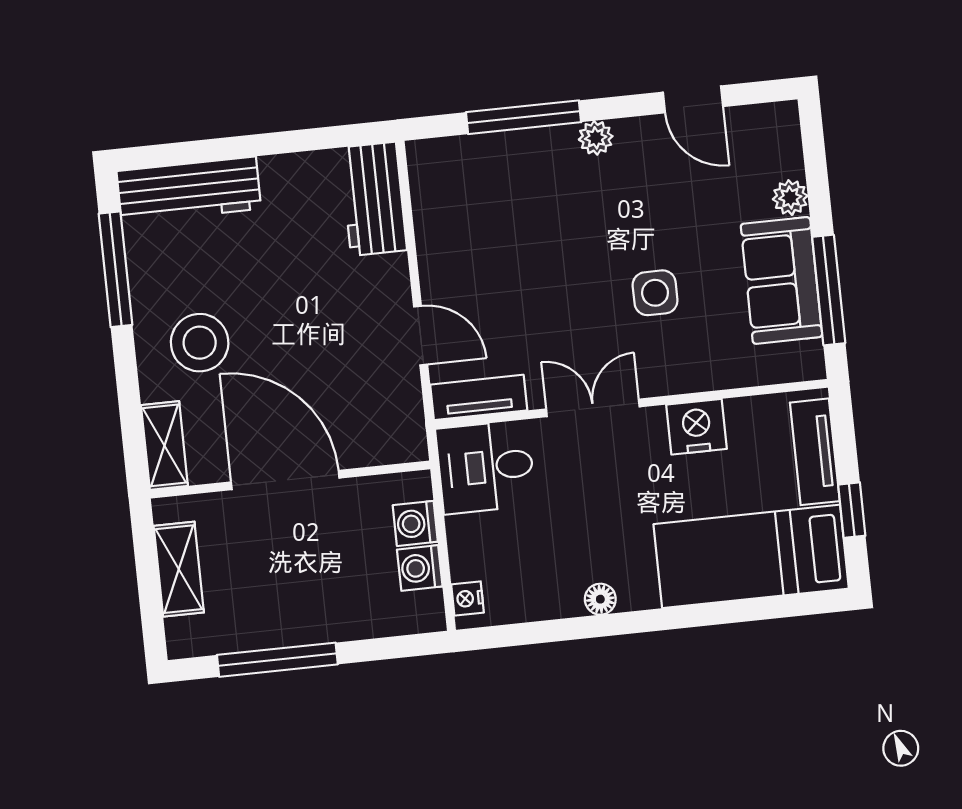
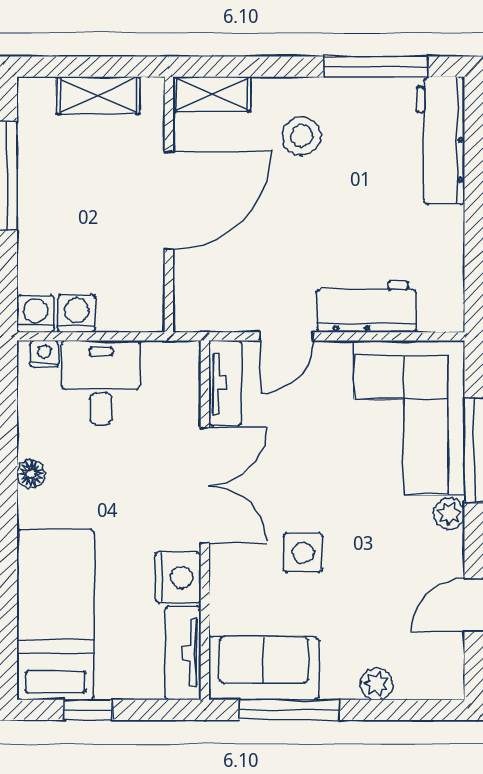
corner sofa: (495, 192) -> (409, 418), added
workbench: (373, 199) -> (366, 307), moved
sofa: (781, 280) -> (264, 668), moved
stool: (200, 343) -> (301, 136), width x0.73, depth x0.73
double door: (593, 408) -> (205, 485), width x1.37
tv unit: (815, 452) -> (183, 653), moved, turned -90
desk: (486, 467) -> (101, 383), moved
washing machine: (415, 523) -> (36, 314), moved

